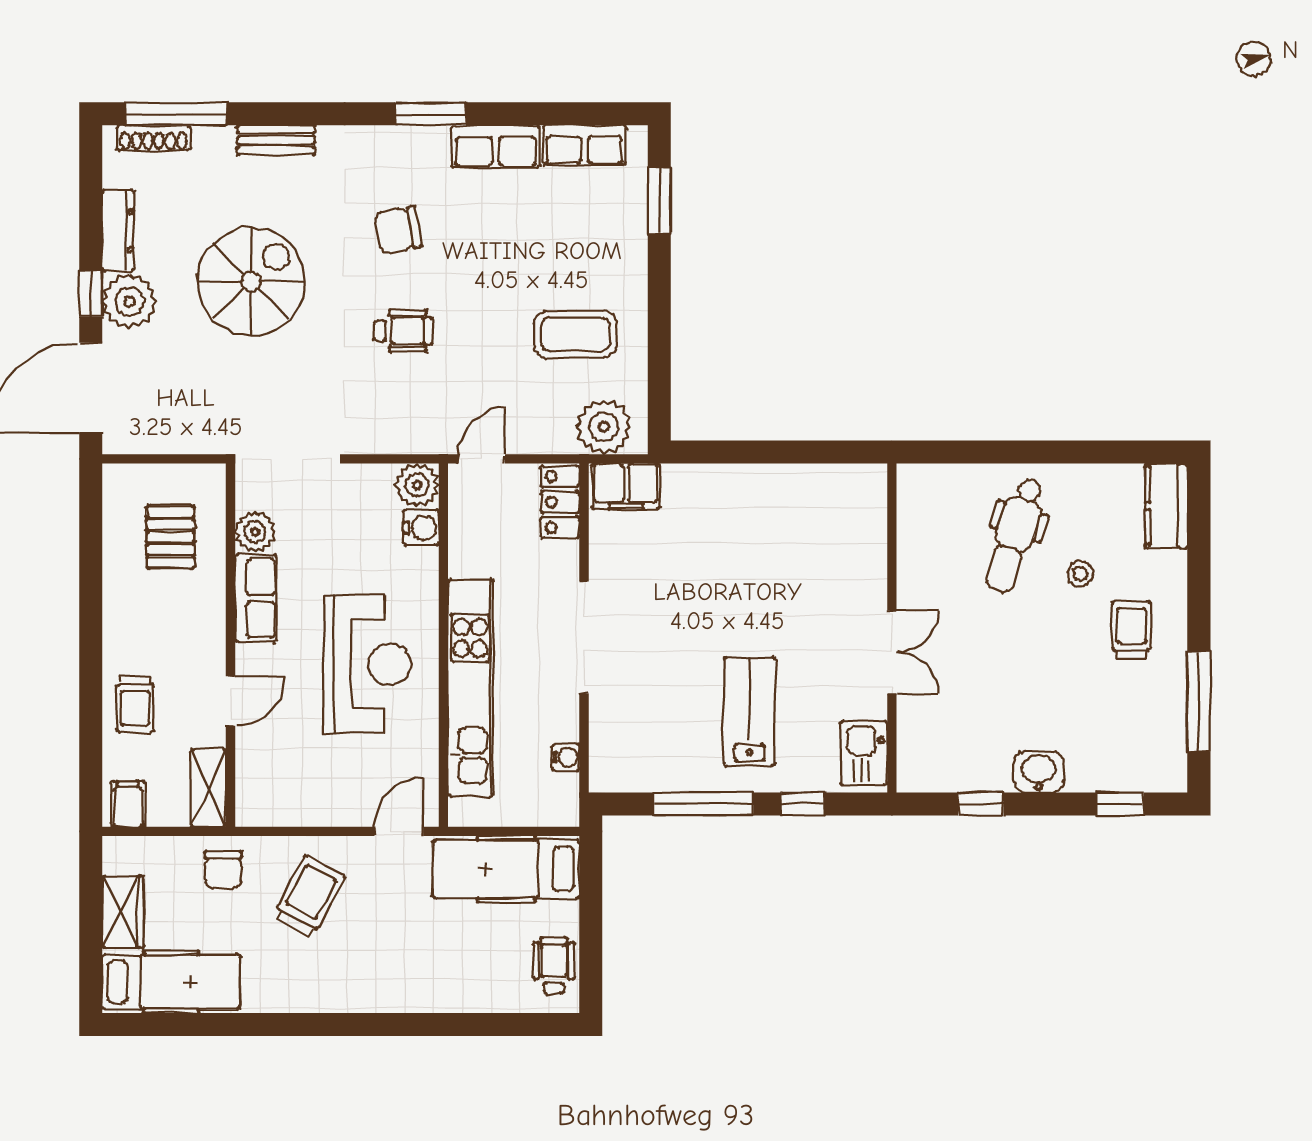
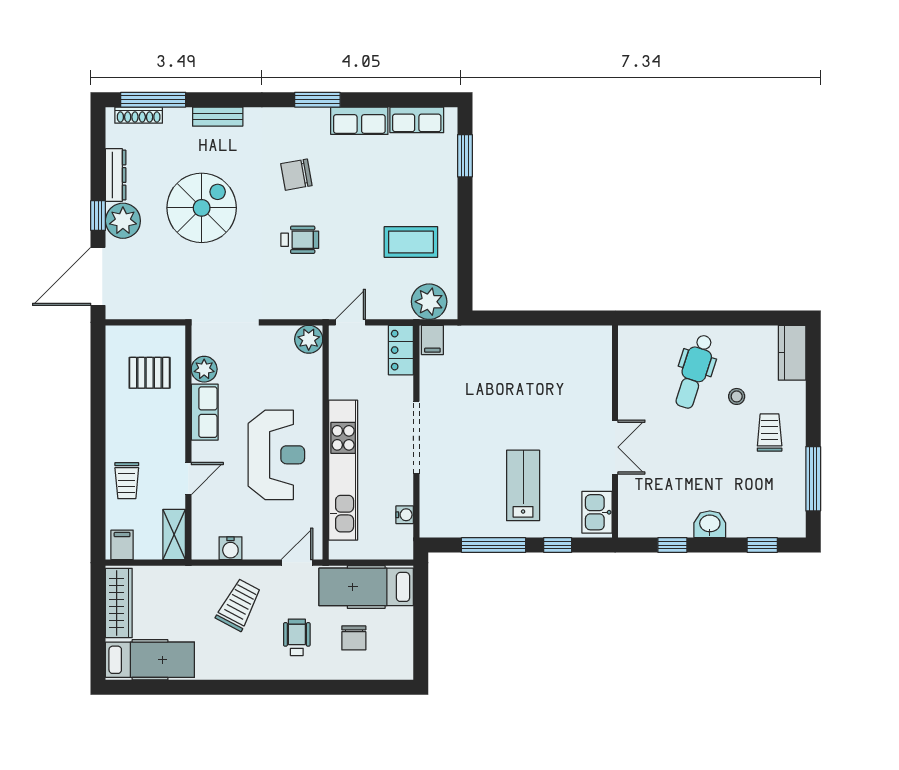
filing cabinet: (626, 486) -> (432, 340), width x0.50
water cooler: (421, 528) -> (230, 548), moved, turned 90
pallet: (171, 537) -> (150, 373), turned 90
chair: (223, 869) -> (354, 638), moved
wardrobe: (123, 912) -> (119, 603), width x1.50
wheelchair: (554, 966) -> (297, 637), moved

